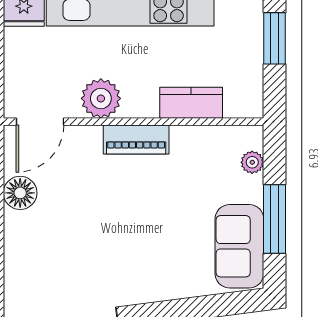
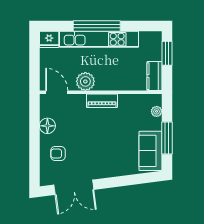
kitchen counter: (191, 103) -> (154, 76), moved, turned -90
door: (40, 122) -> (57, 92), swing flipped
armchair: (43, 252) -> (58, 154), added

